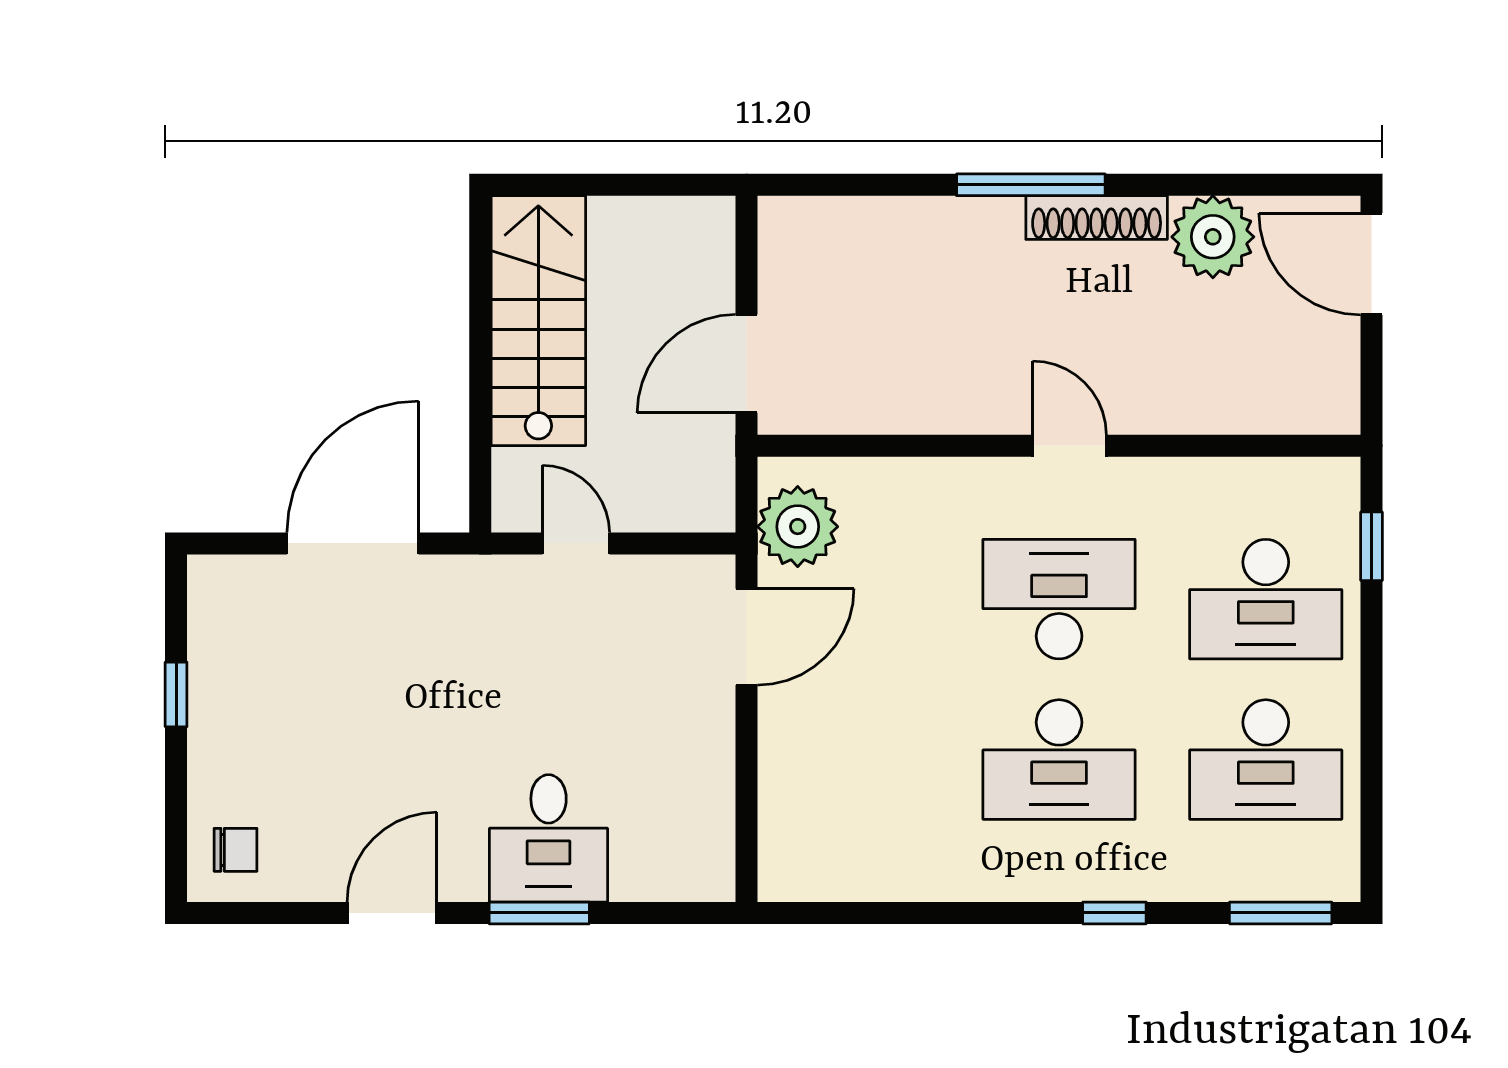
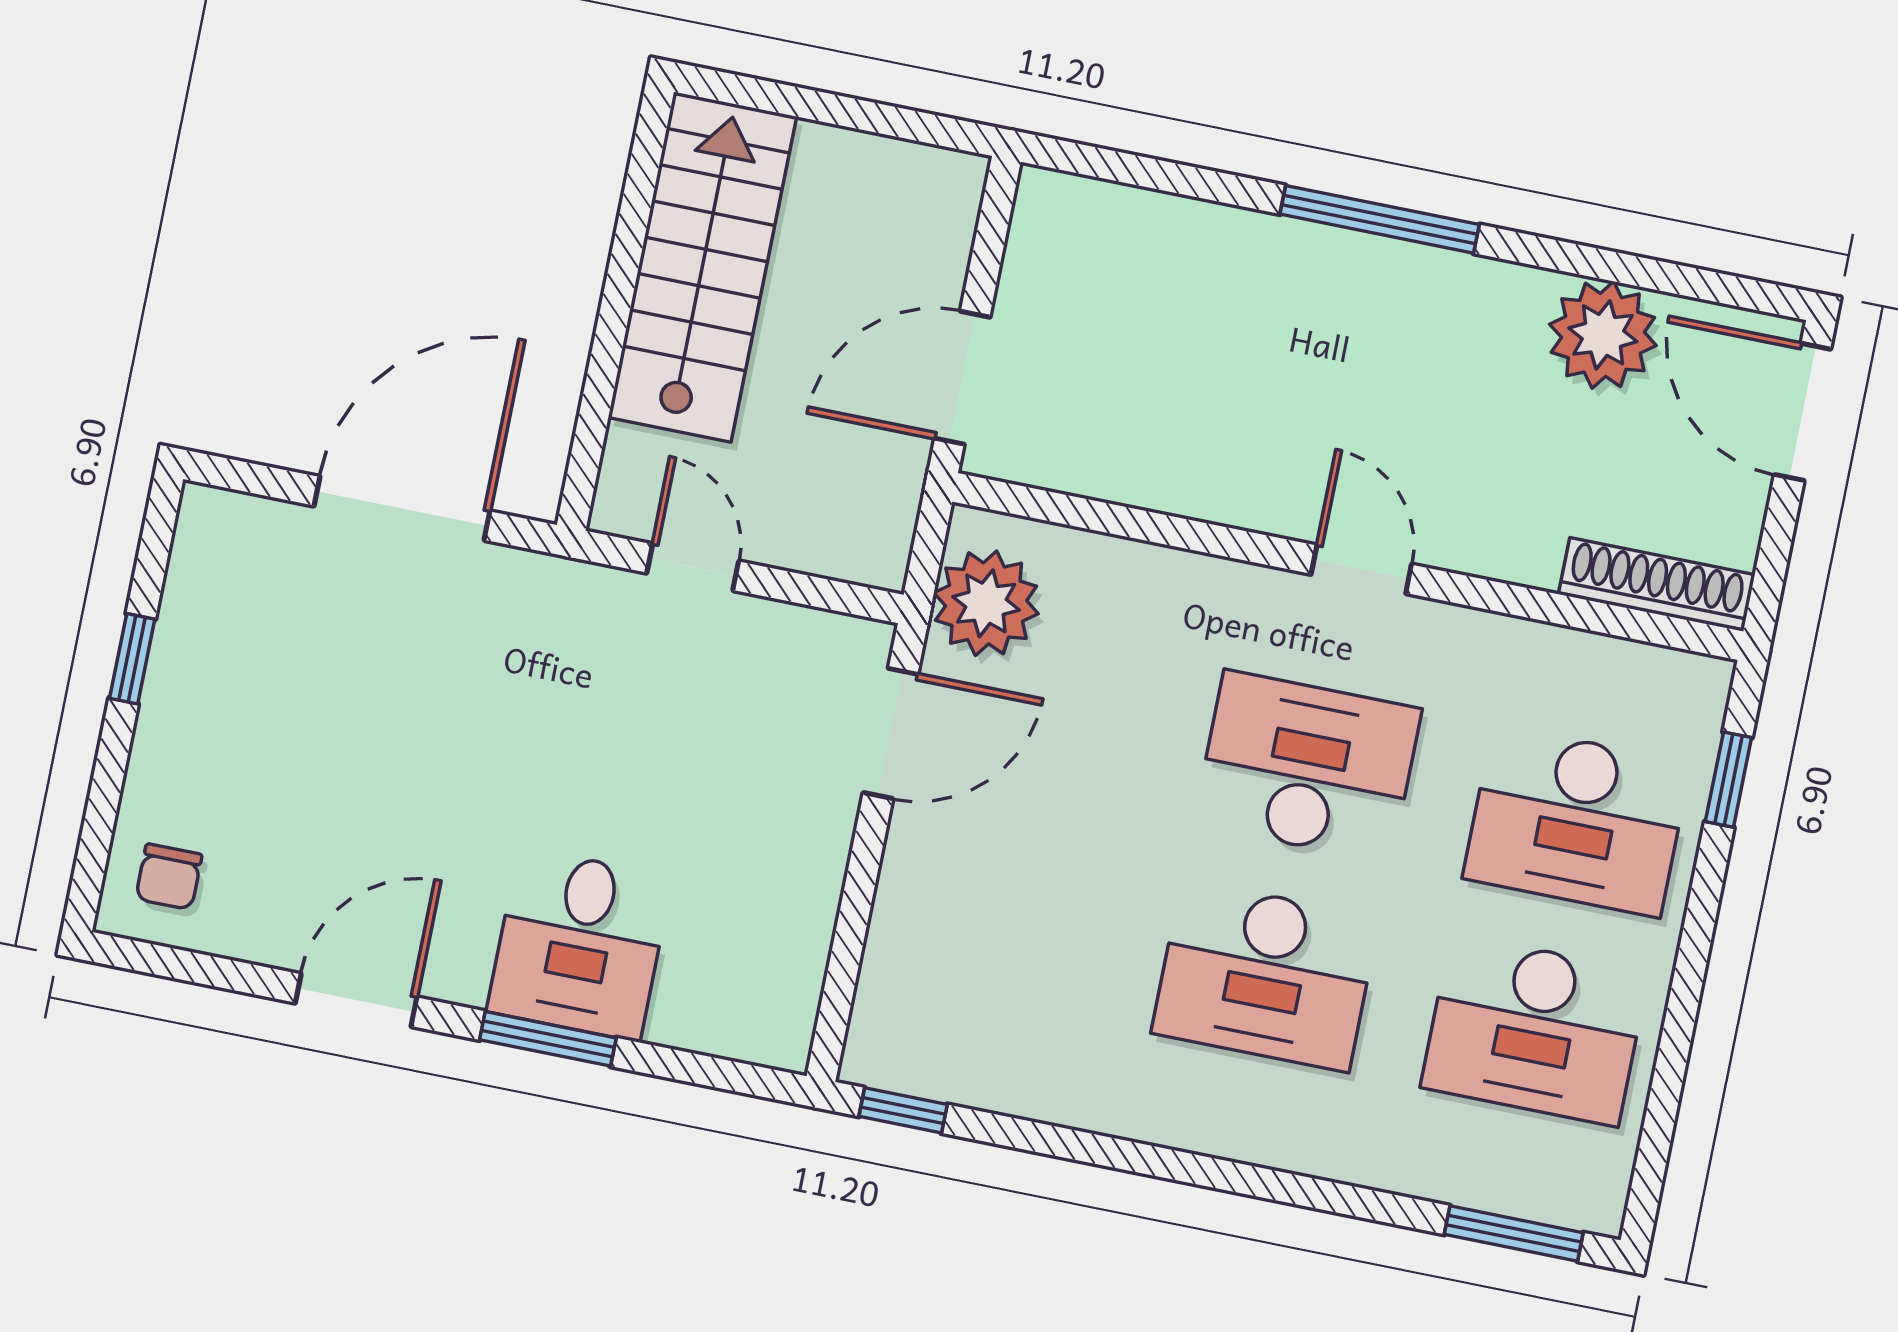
shoe rack: (1097, 218) -> (1656, 584), moved, turned 180
chair: (236, 850) -> (169, 877), turned 90
window: (1114, 913) -> (903, 1110), moved

